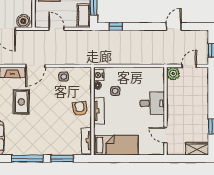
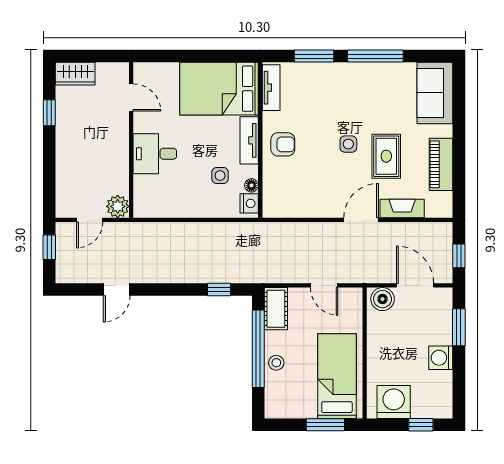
side table: (64, 77) -> (348, 144), moved
armchair: (80, 109) -> (283, 144), turned -84
bed: (116, 145) -> (219, 89), width x1.50

